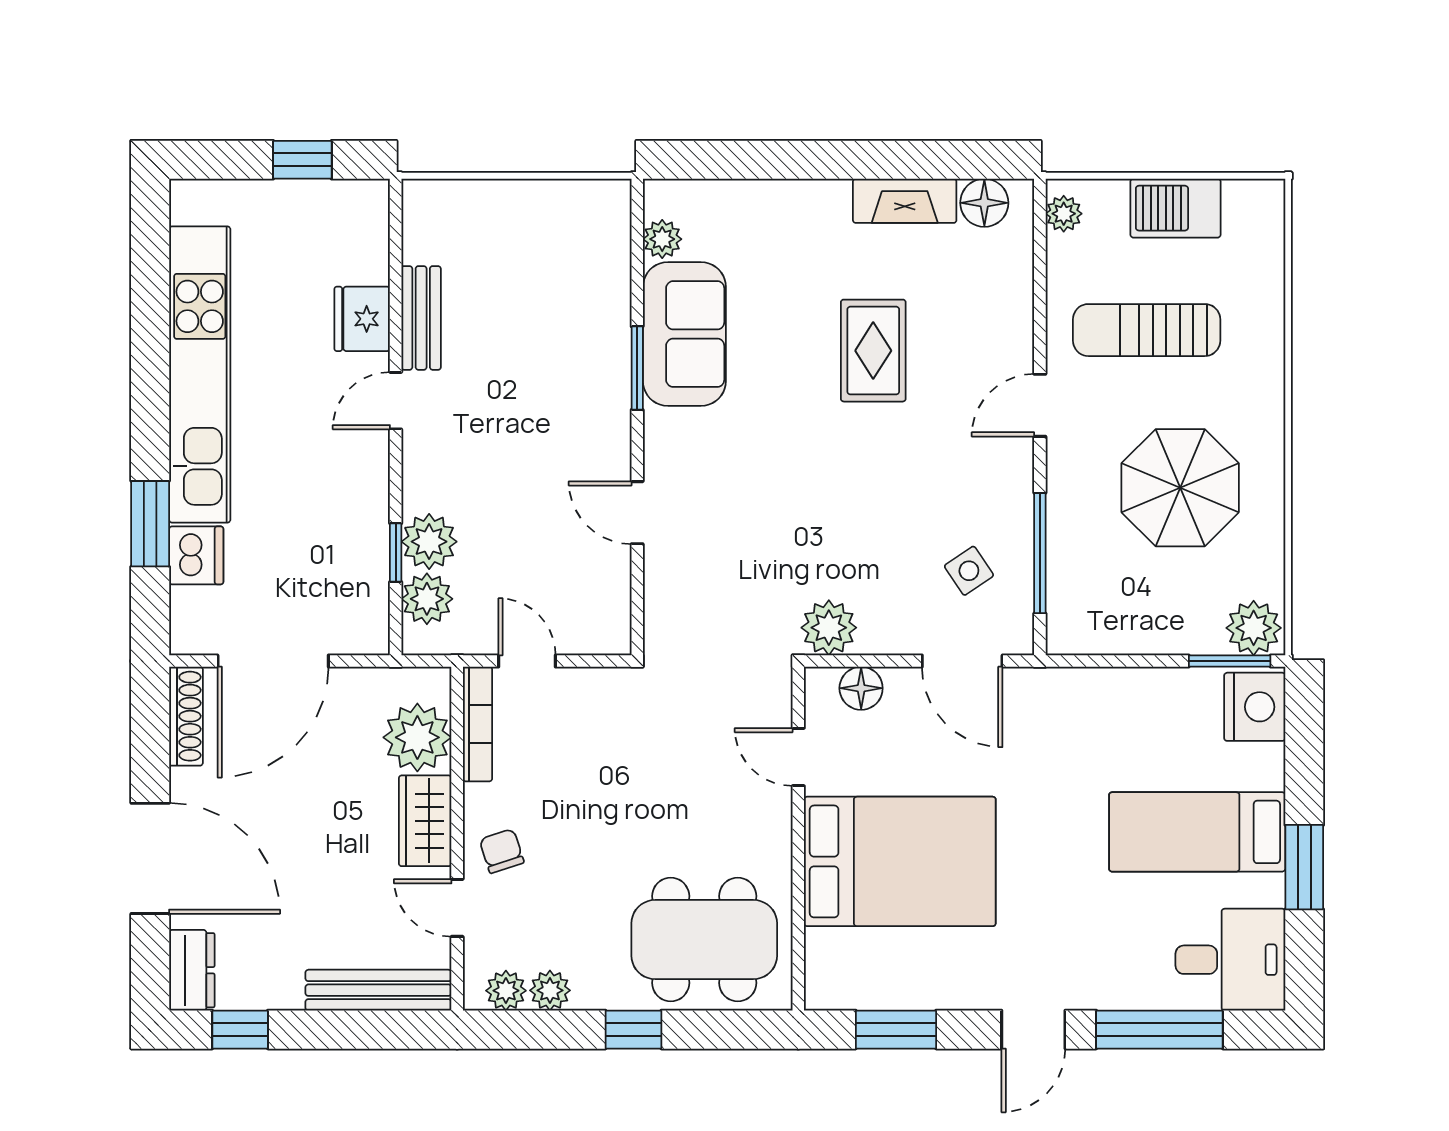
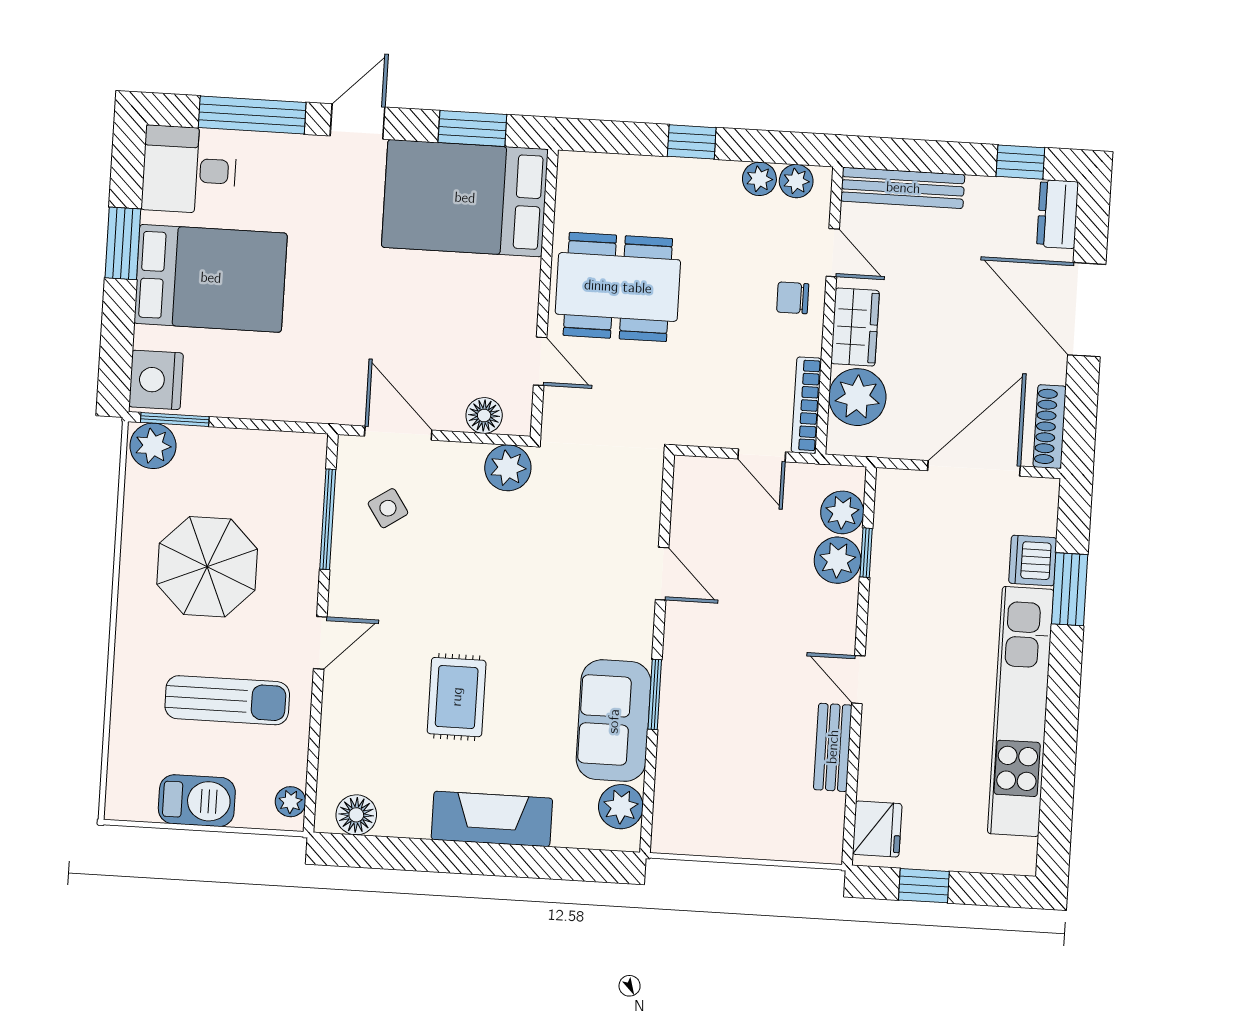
fireplace: (905, 201) -> (492, 819), moved, width x1.37, depth x1.32
plant: (662, 239) -> (621, 807), width x1.38, depth x1.38
fridge: (362, 319) -> (877, 829), moved
door: (396, 401) -> (858, 680), swing flipped
bed: (1197, 832) -> (211, 278), width x1.50
chair: (502, 851) -> (793, 298), turned 108
bed: (900, 861) -> (465, 198), moved
dining table: (704, 940) -> (618, 287), moved

